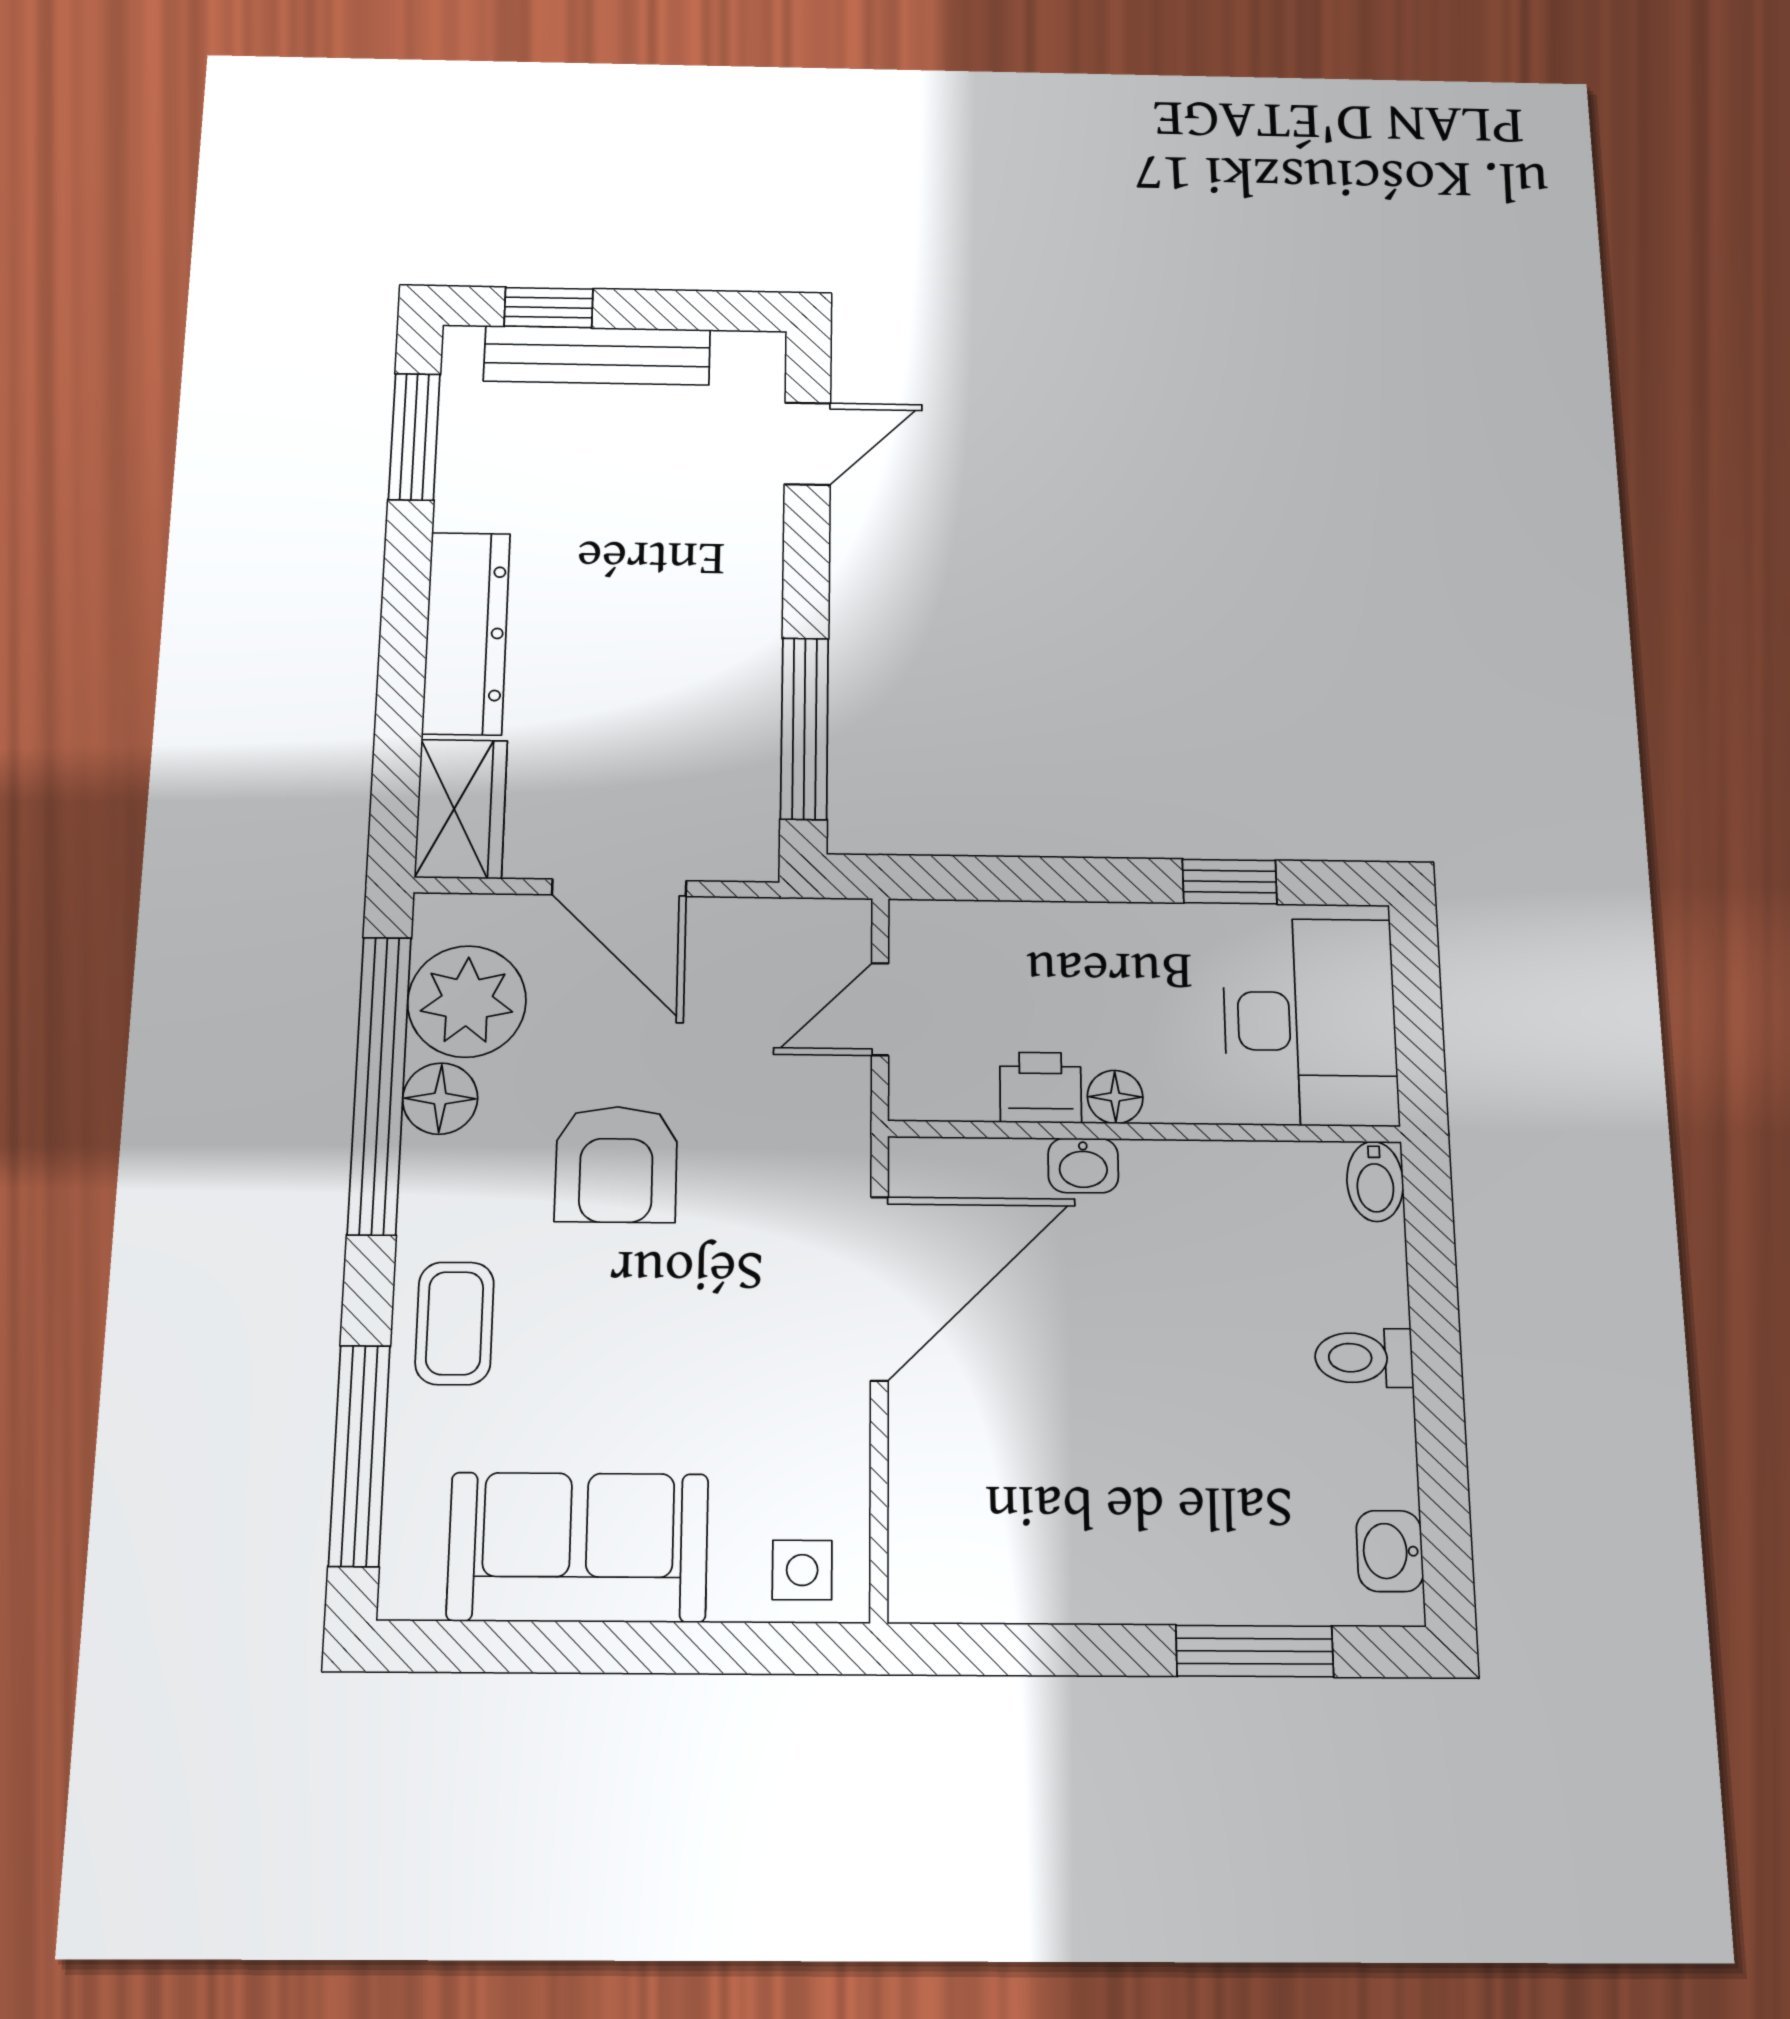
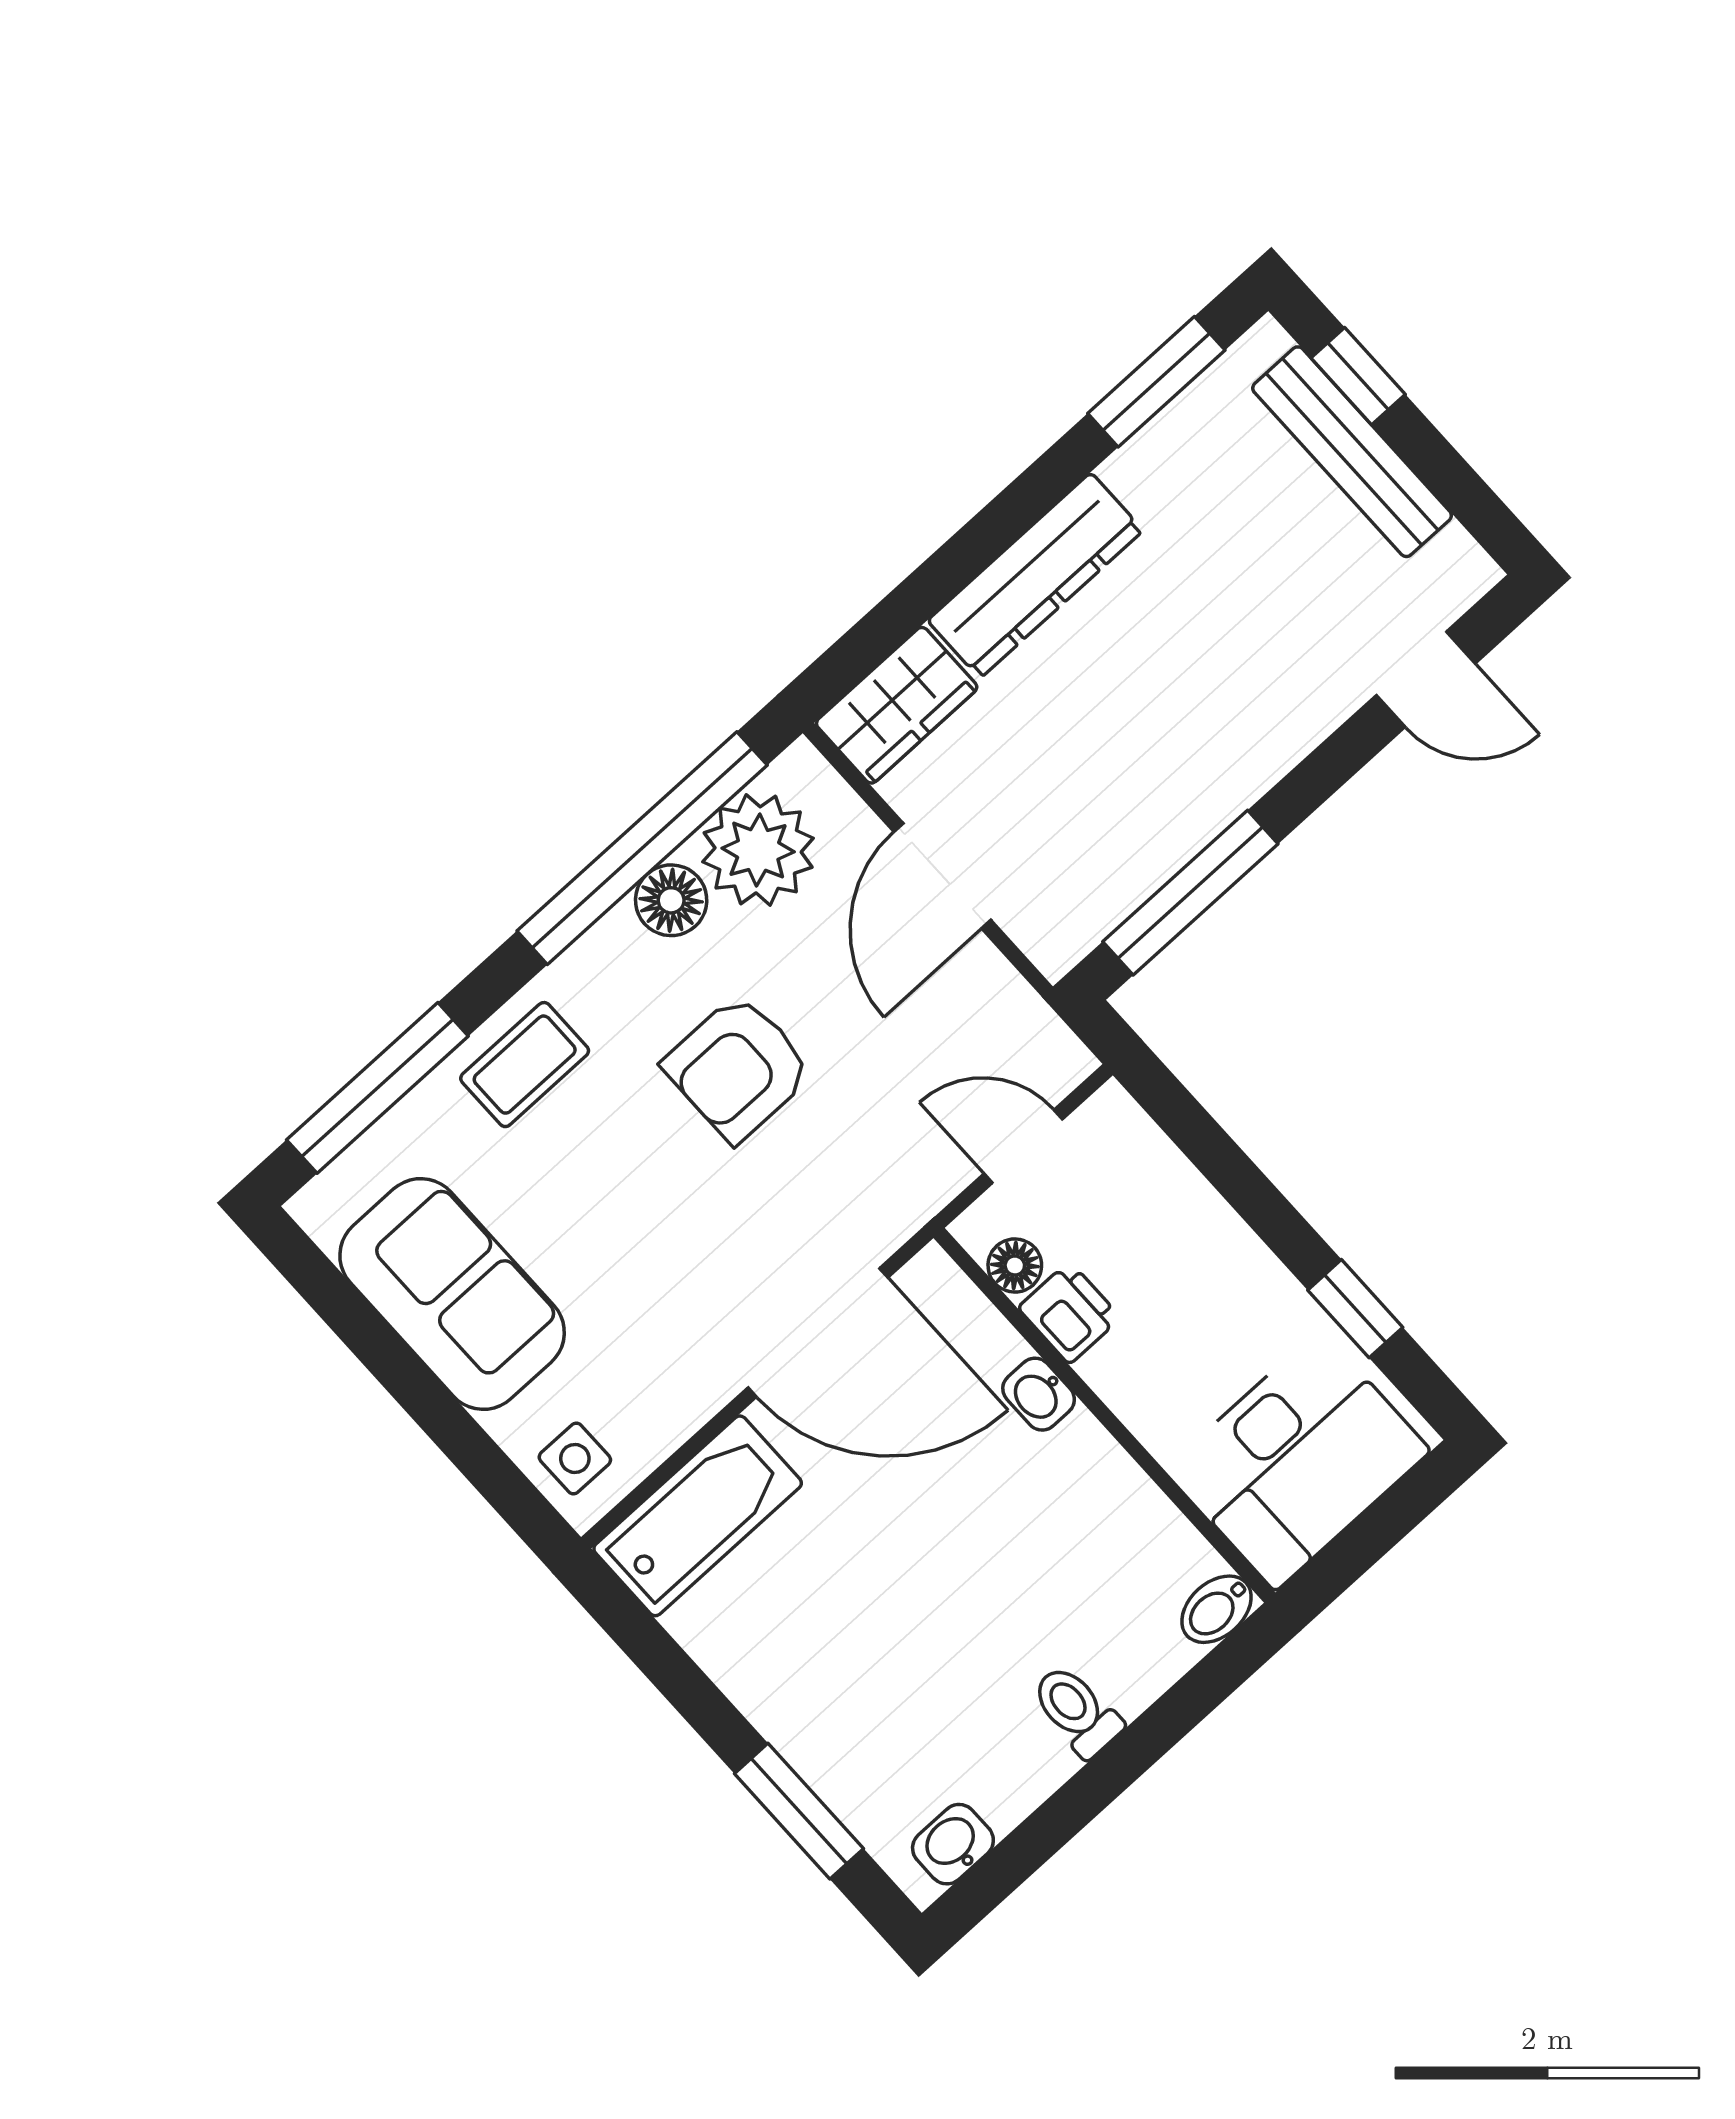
floor lamp: (1115, 1097) -> (1015, 1266), moved
bathtub: (939, 1514) -> (698, 1516), added

